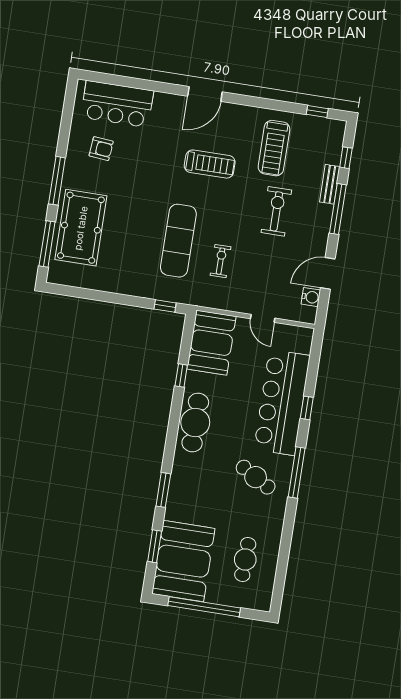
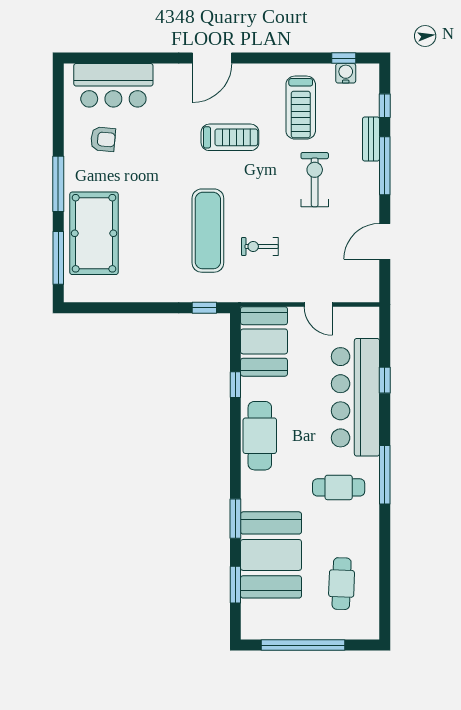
exercise bike: (221, 261) -> (260, 247), turned -90
water cooler: (311, 297) -> (346, 73), moved, turned -90
window: (307, 408) -> (385, 380), moved
cafe table: (256, 477) -> (339, 487), turned -30
booth: (183, 561) -> (271, 555), moved

